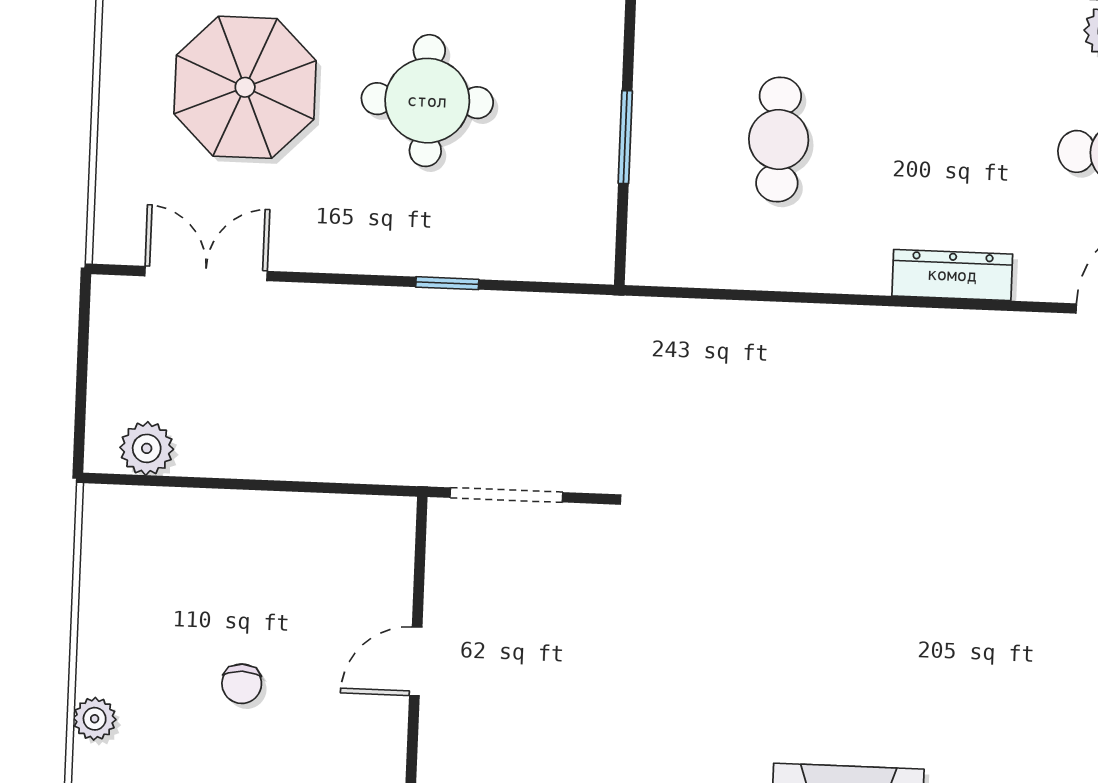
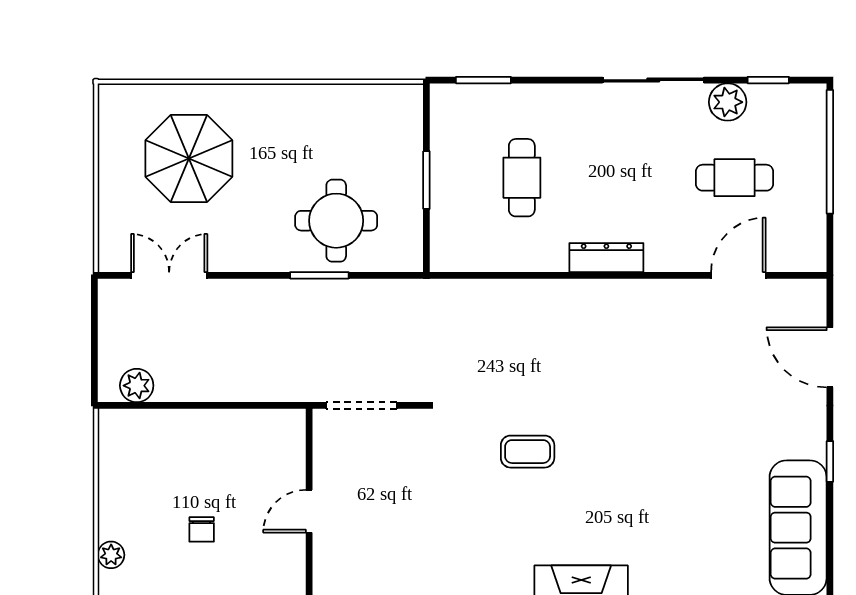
round table: (427, 101) -> (336, 221), moved
dresser: (952, 275) -> (606, 258), moved
window: (447, 283) -> (319, 275), width x1.50
coffee table: (770, 580) -> (528, 452), added

